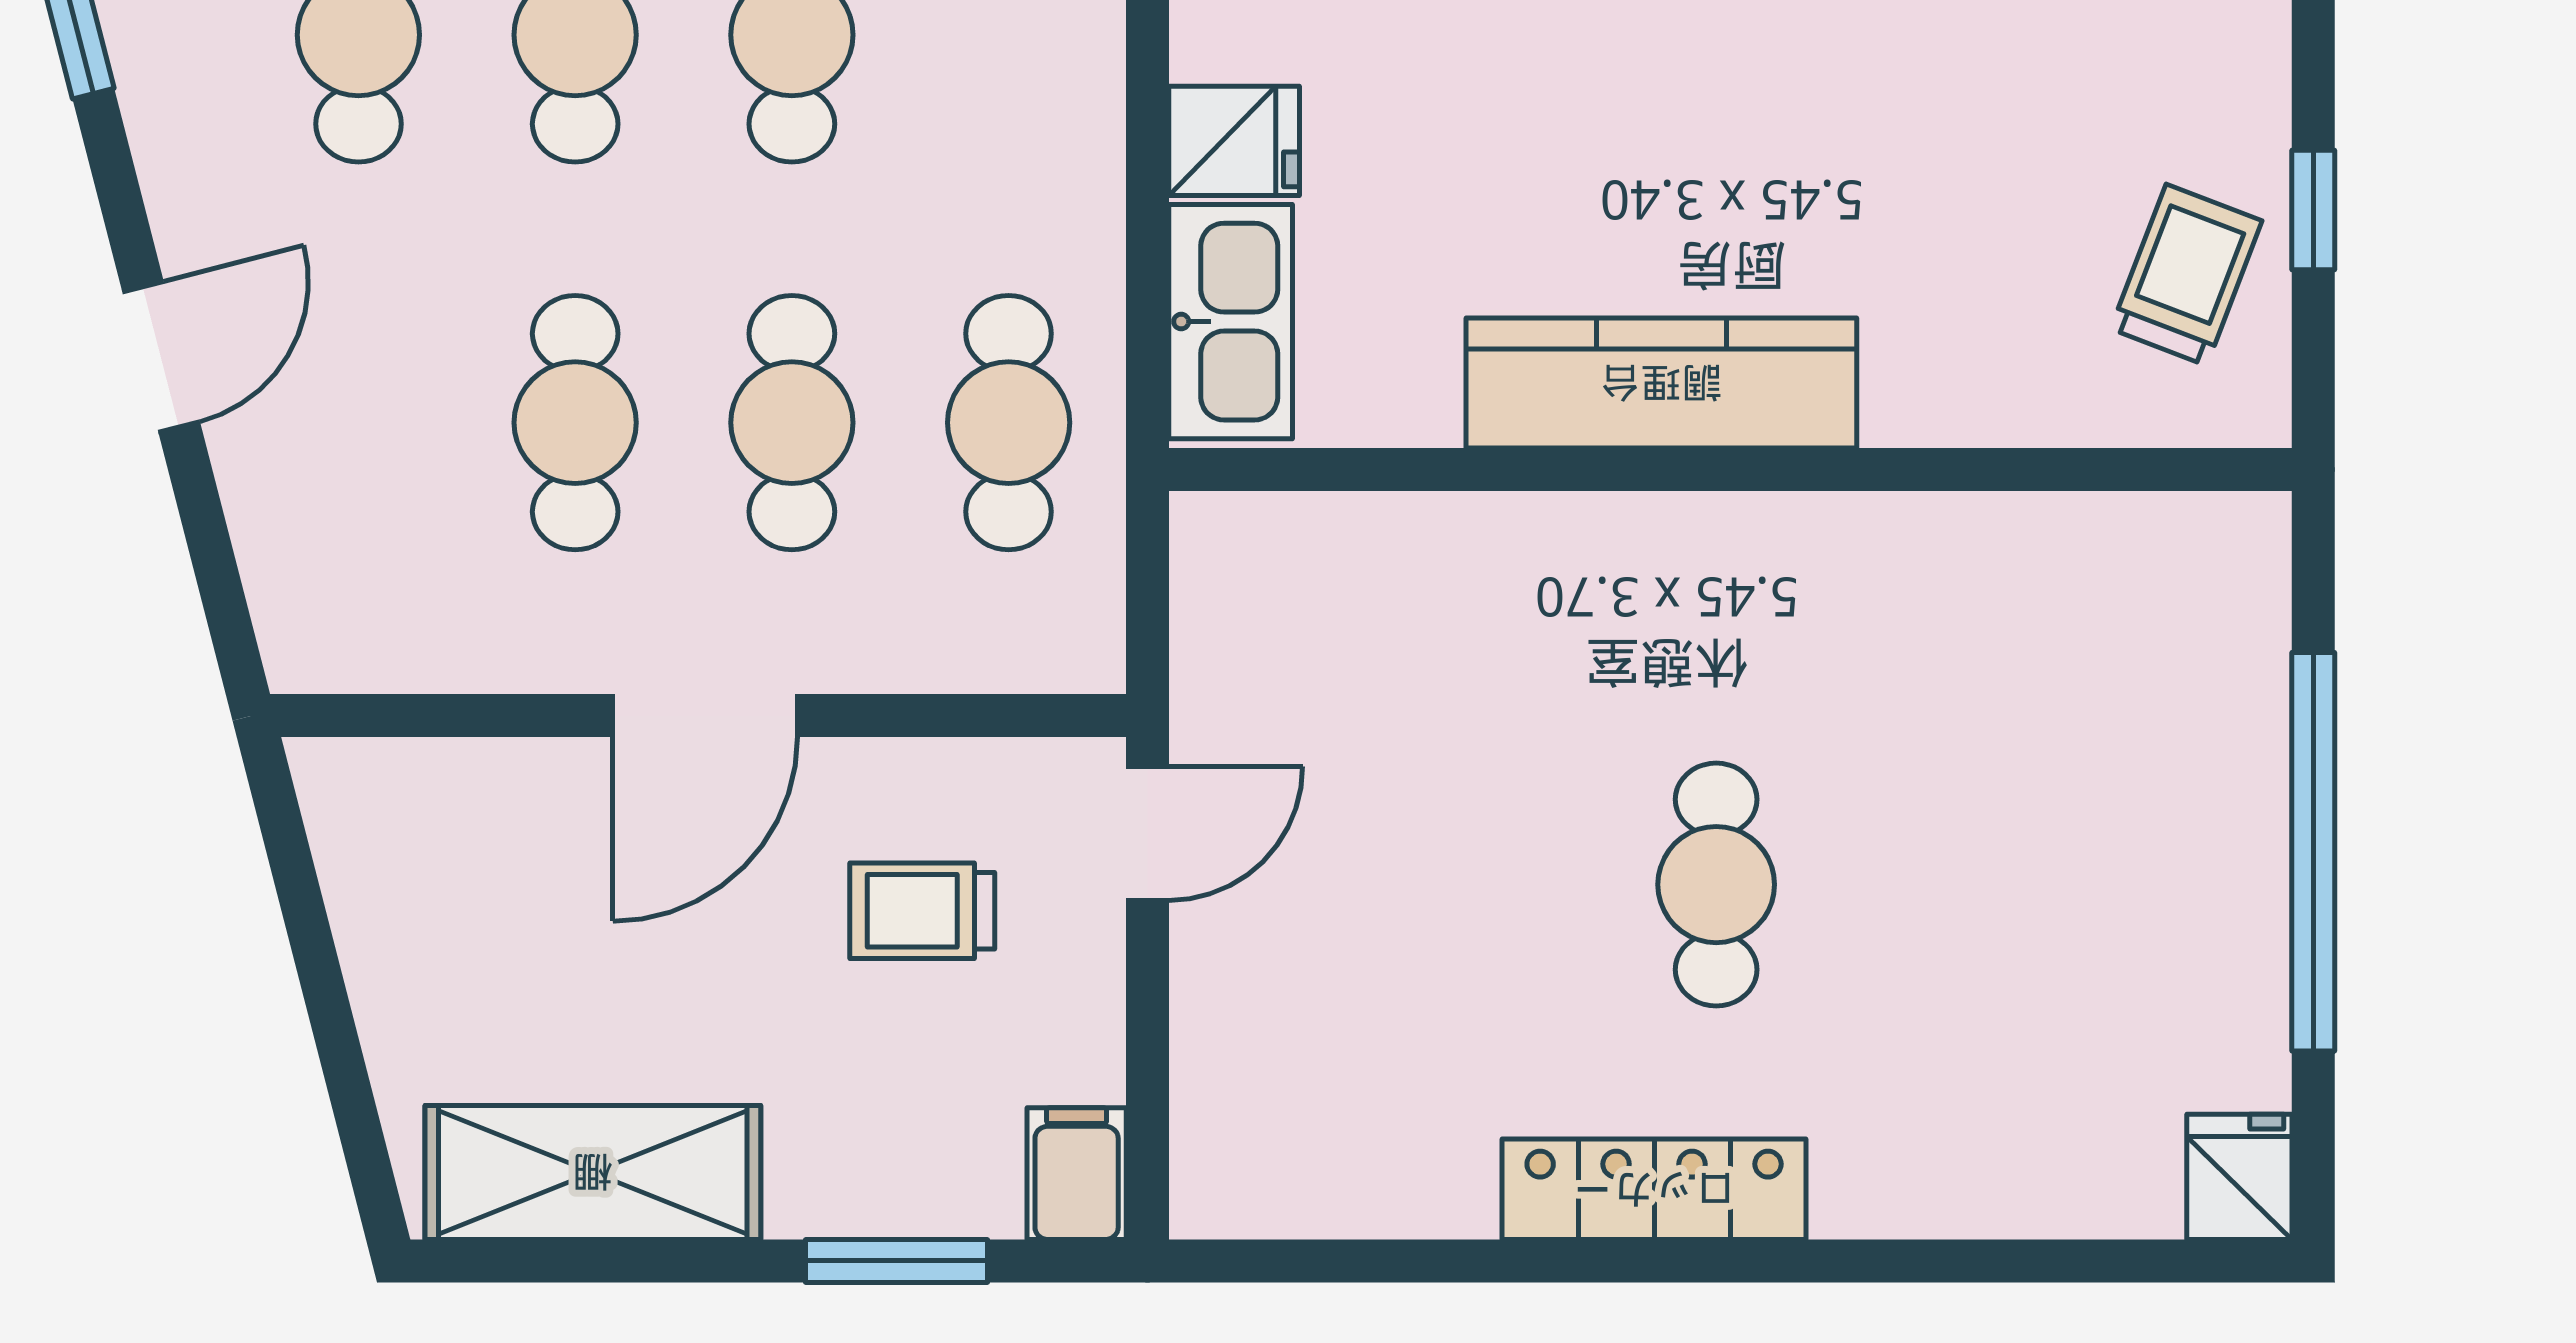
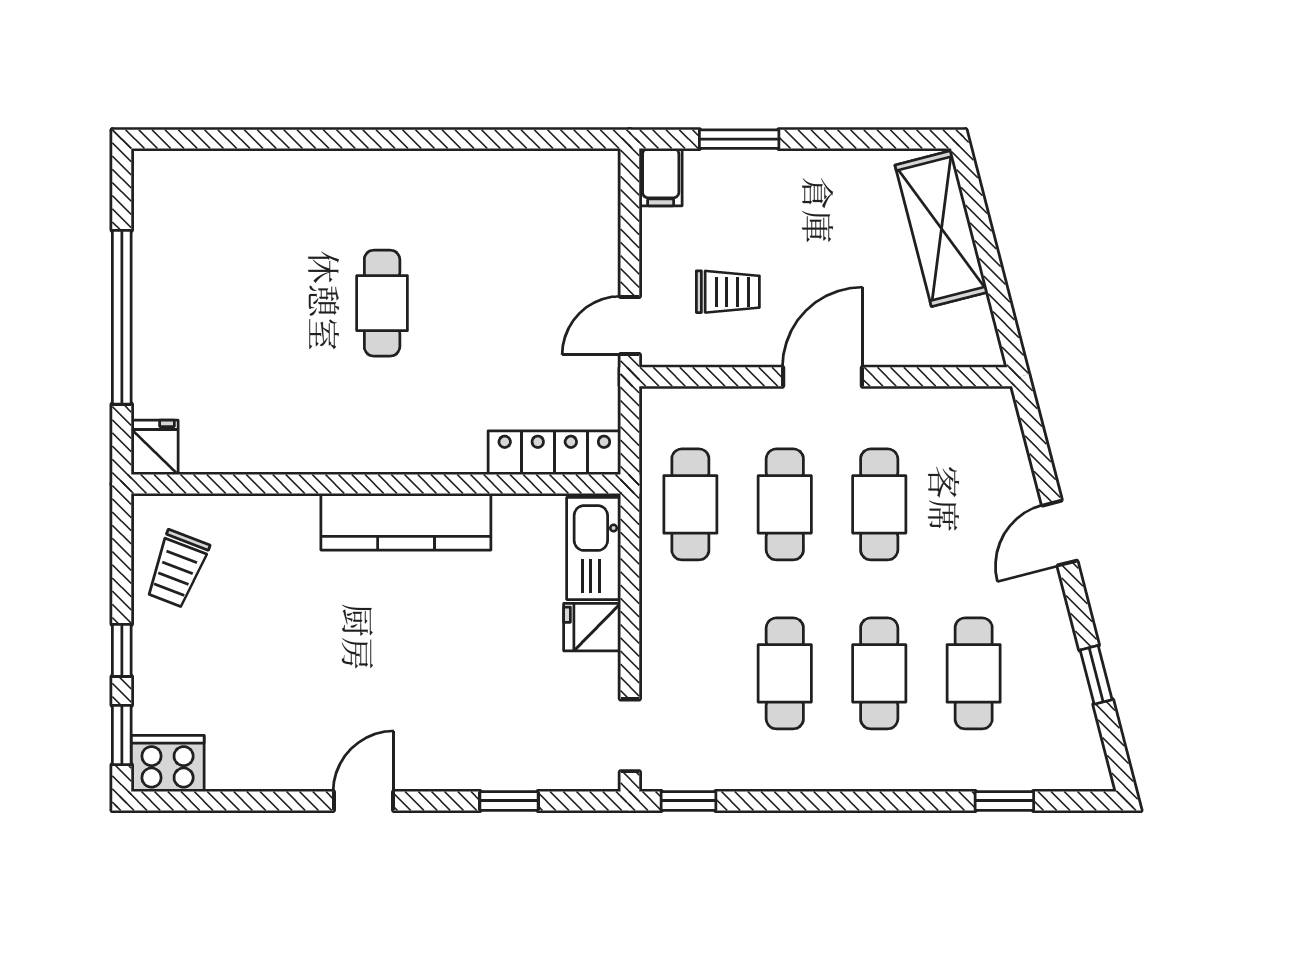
window: (2313, 210) -> (122, 650), moved
shelving: (593, 1172) -> (941, 229), moved, turned 76
fridge: (2239, 1177) -> (155, 447), moved, turned 180
locker: (1654, 1189) -> (554, 453), moved, turned 180

